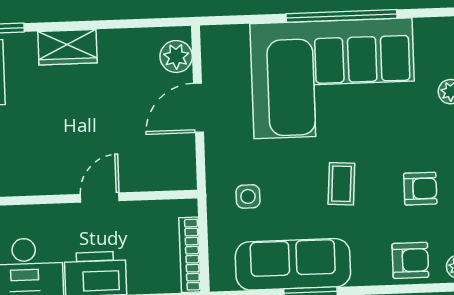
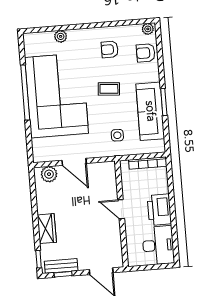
armchair: (420, 189) -> (110, 49), turned -90
armchair: (410, 260) -> (146, 53), turned -90

